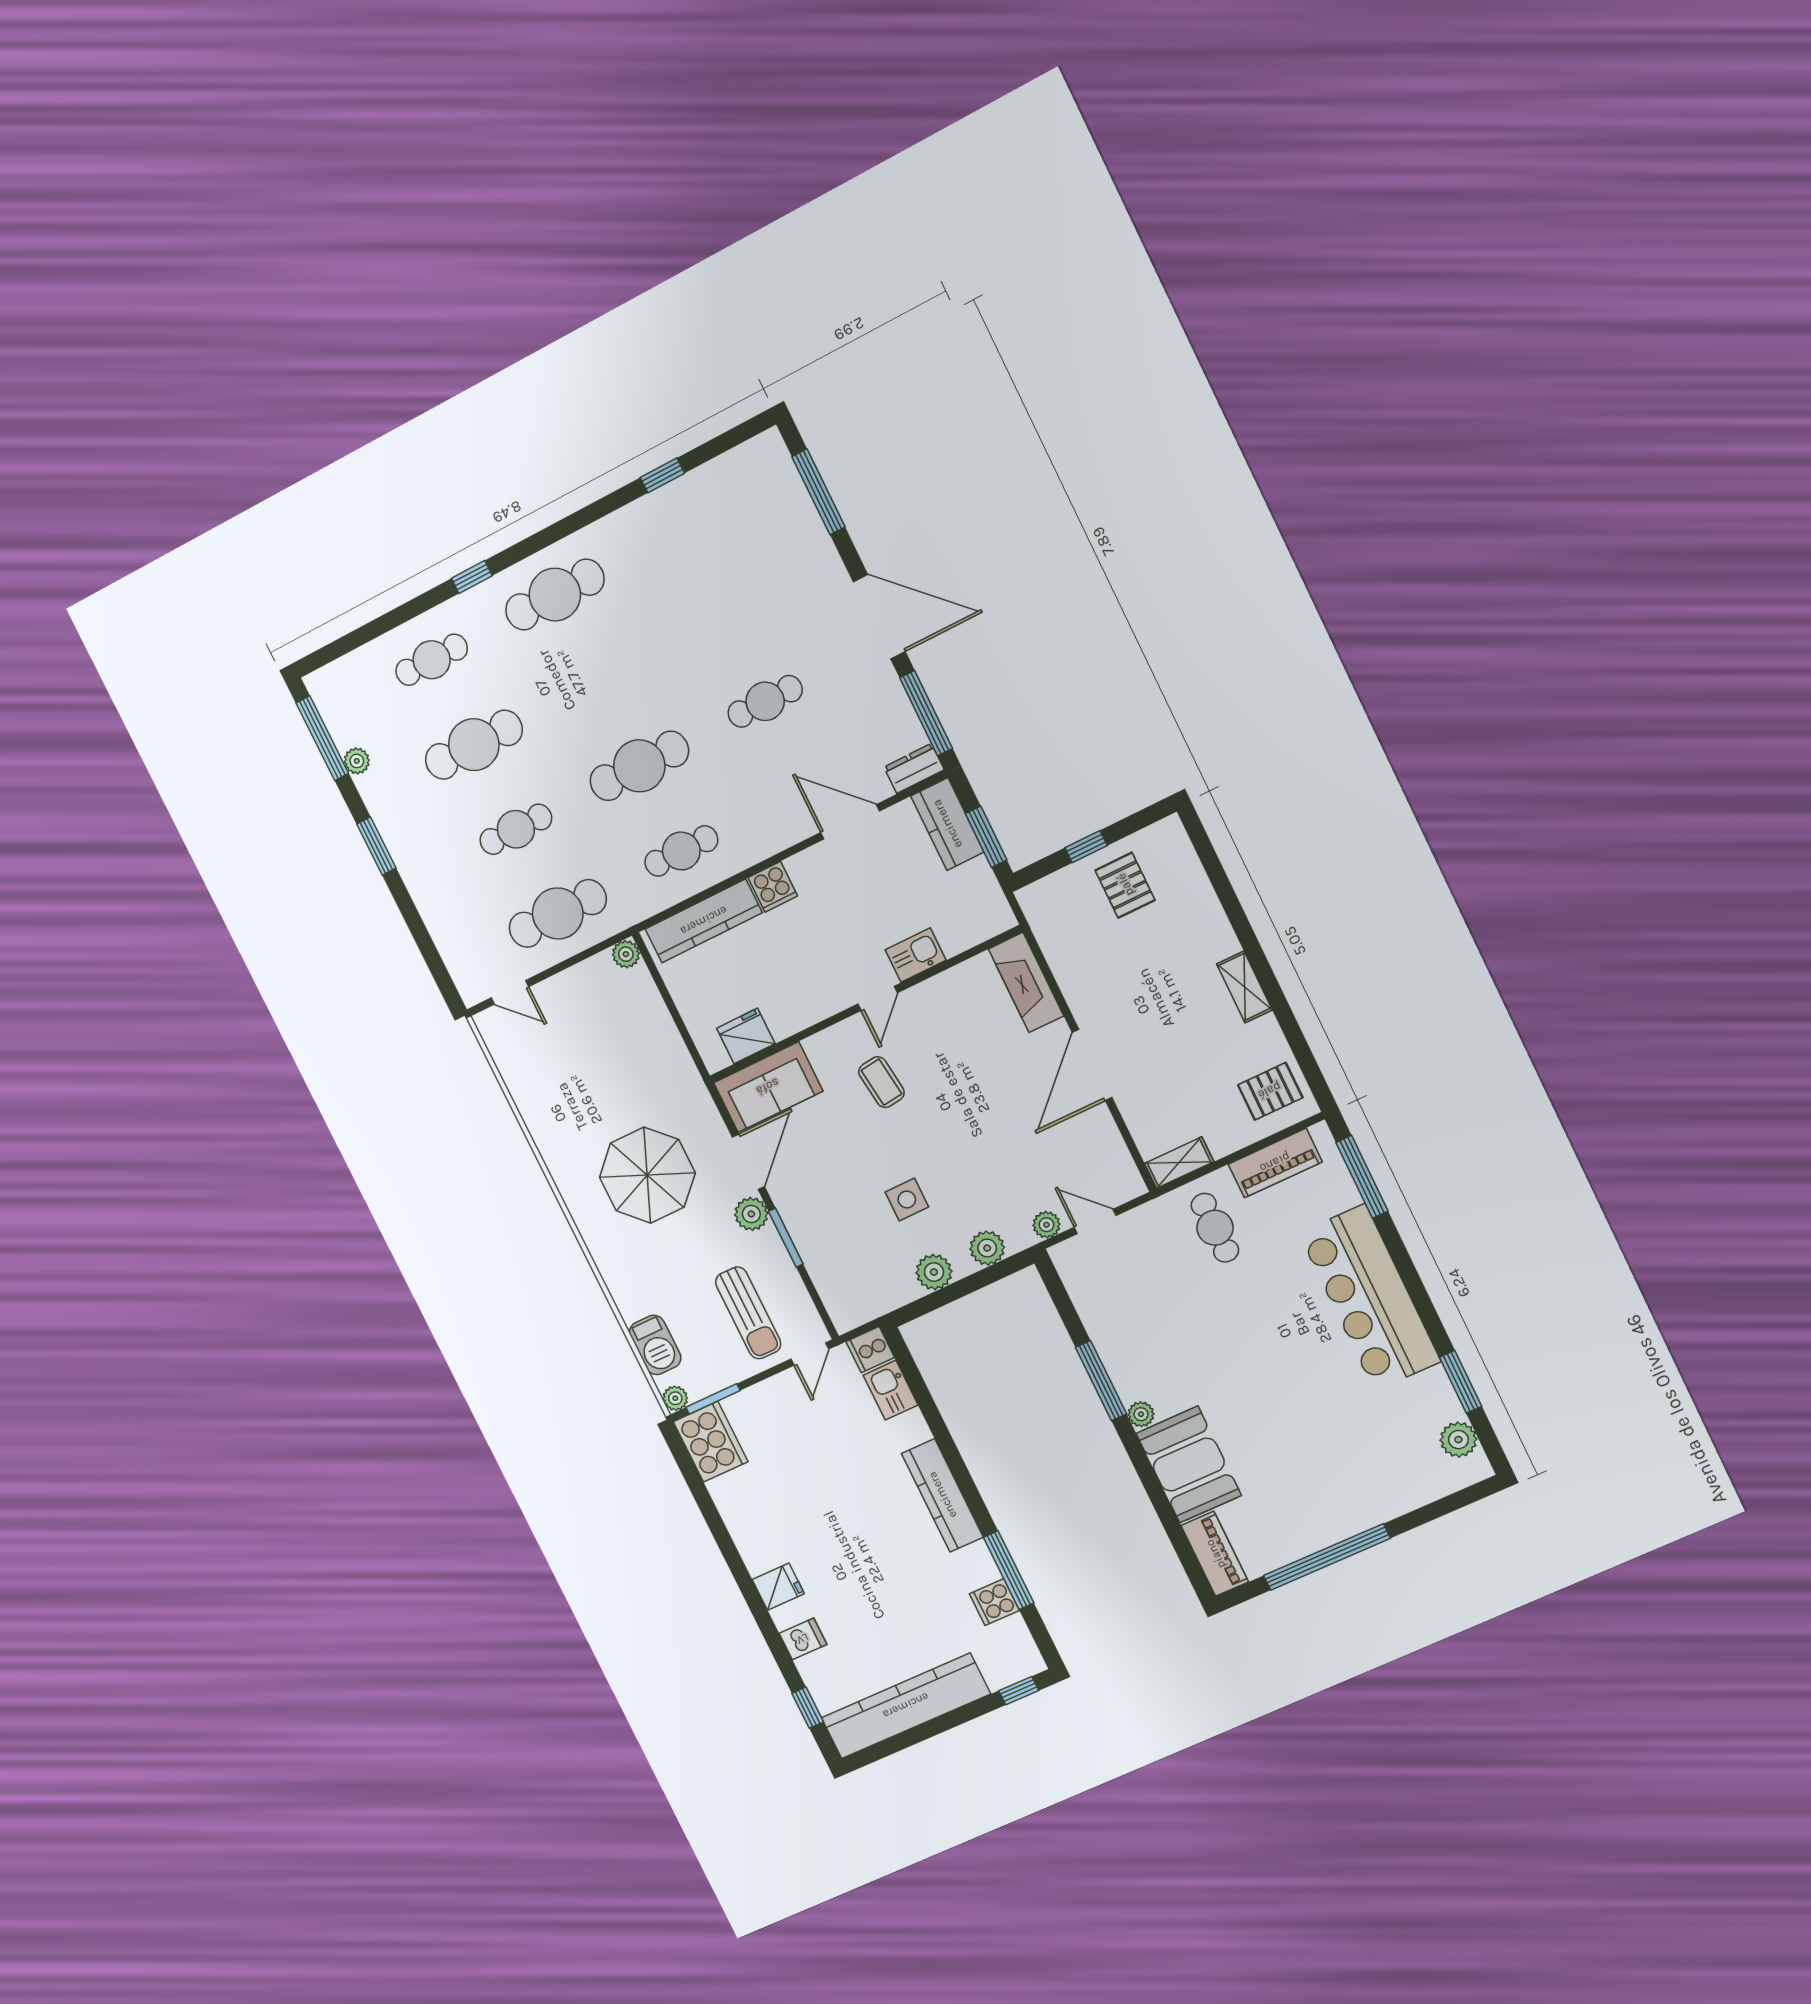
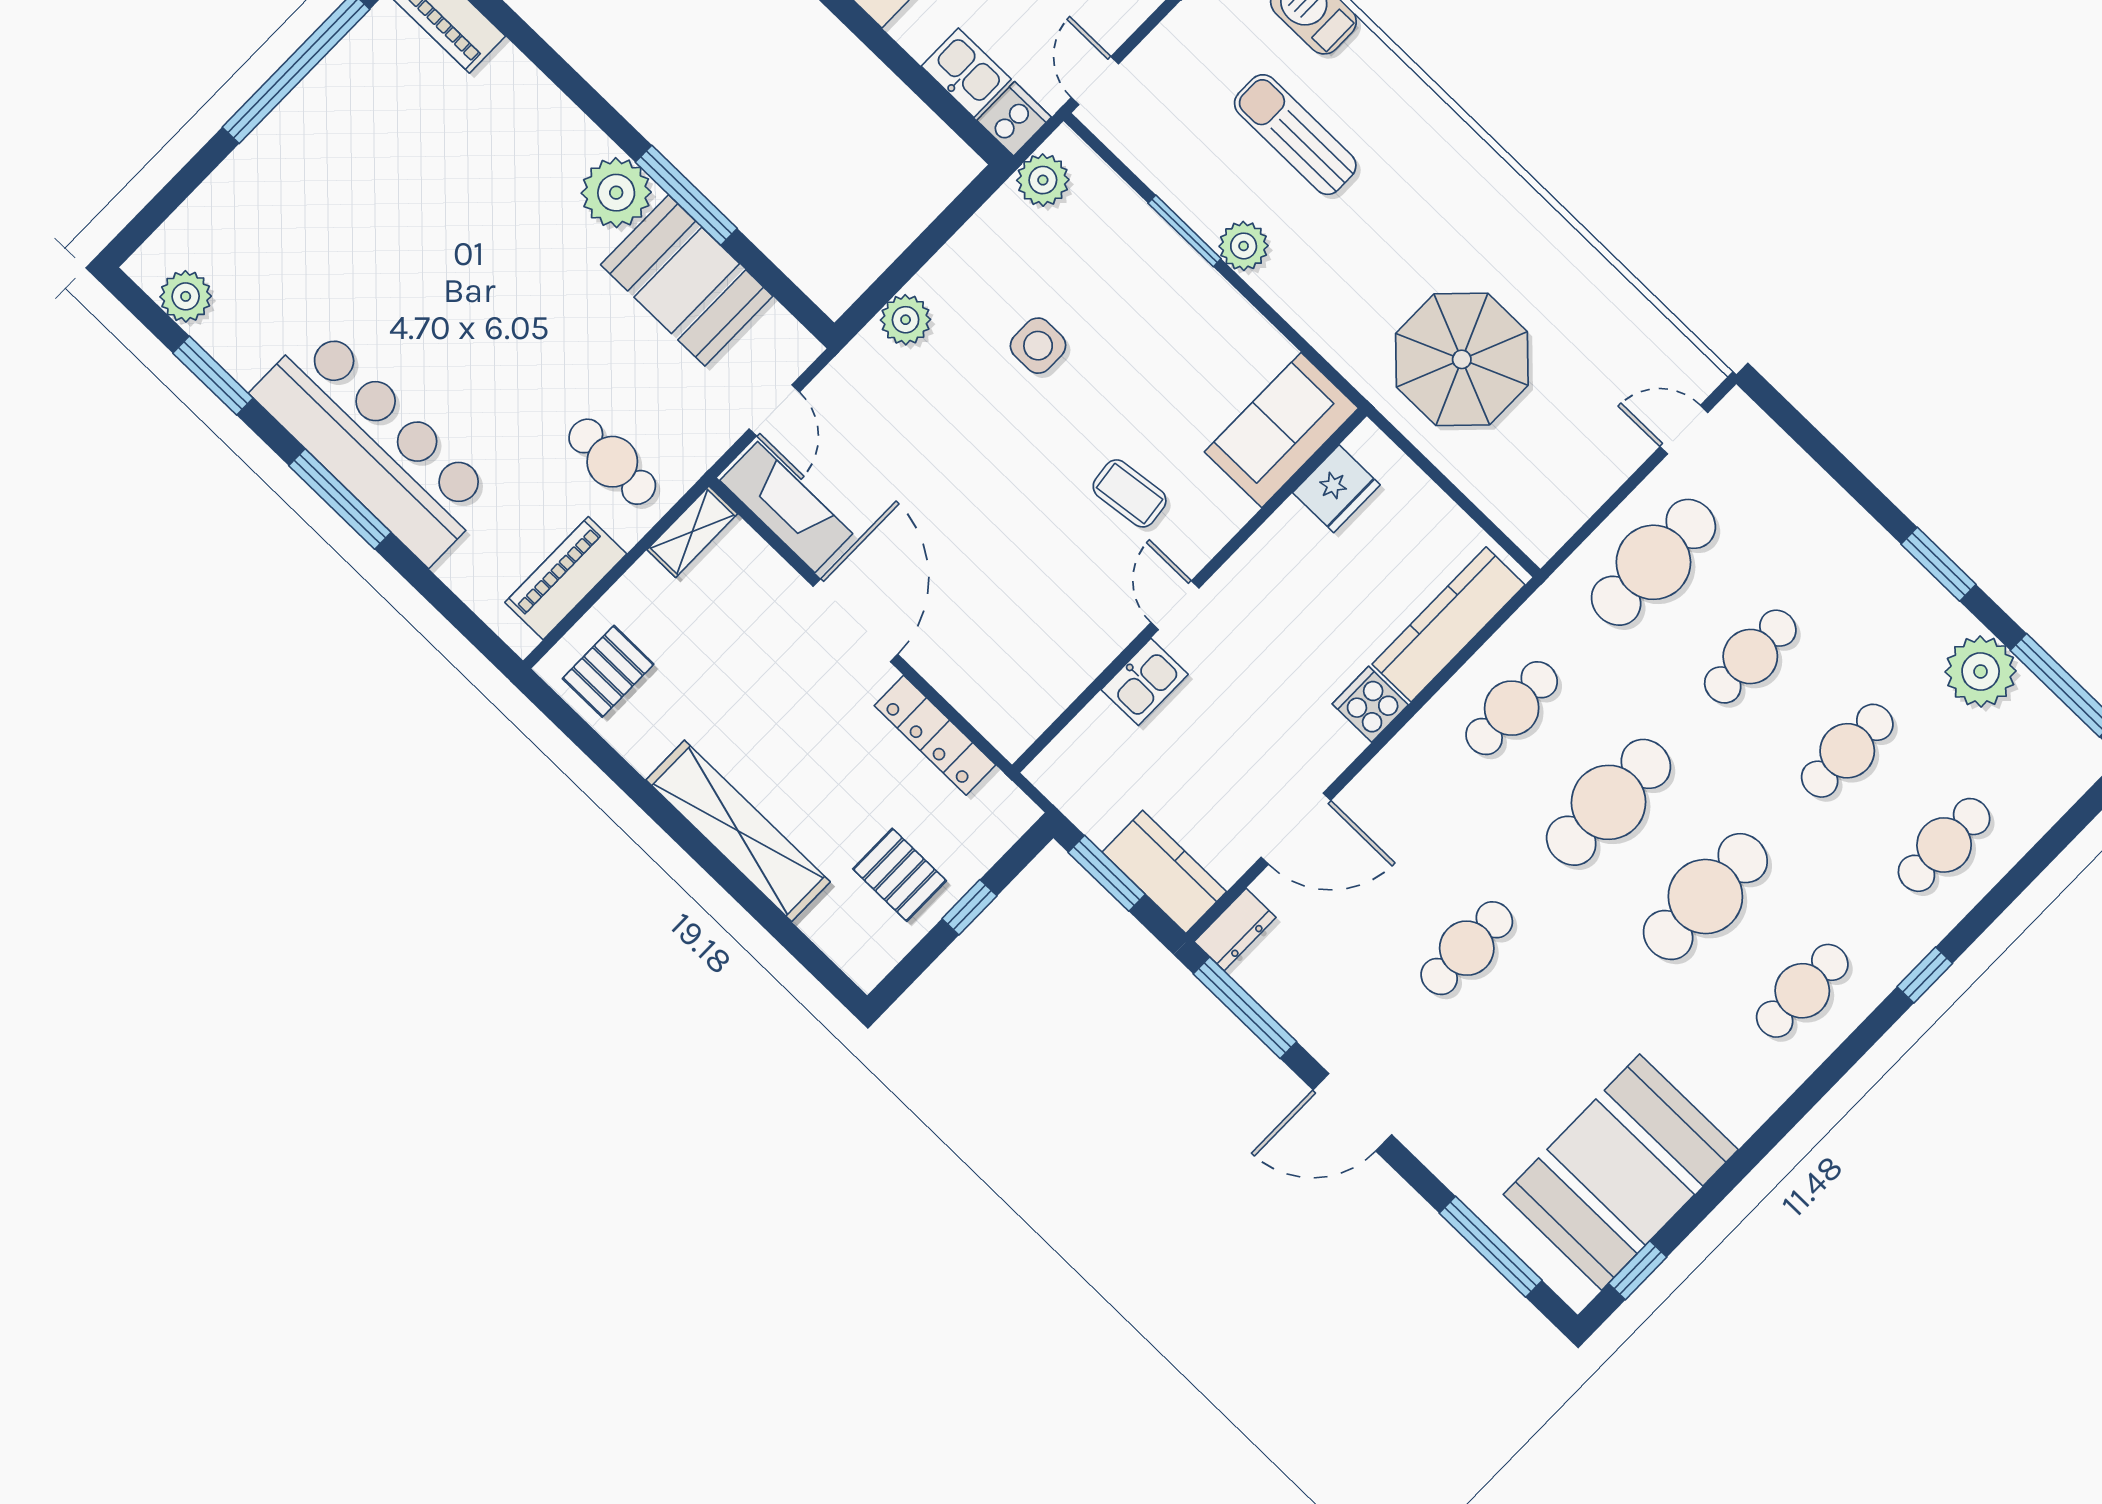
window: (662, 475) -> (1638, 1270), moved
booth: (715, 513) -> (1621, 1172), added
cafe table: (555, 595) -> (1802, 991), width x0.73, depth x0.74
door: (879, 617) -> (1352, 1112), width x0.73
cafe table: (597, 680) -> (1705, 897), added
cafe table: (474, 745) -> (1847, 751), width x0.73, depth x0.74
plant: (357, 761) -> (1981, 671), width x1.88, depth x1.88
plant: (626, 954) -> (1540, 541), removed
locker: (1067, 970) -> (935, 735), added
fireplace: (1026, 982) -> (786, 507), moved
shelving: (1244, 987) -> (738, 831), width x2.20, depth x1.33
door: (748, 1162) -> (1273, 317), removed
parasol: (647, 1175) -> (1462, 359), moved
window: (1362, 1177) -> (340, 499), moved
door: (1095, 1221) -> (774, 410), hinge flipped
plant: (1046, 1225) -> (837, 382), removed
plant: (934, 1272) -> (1043, 180), moved
sun lounger: (748, 1313) -> (1295, 135), moved
plant: (1141, 1414) -> (616, 193), width x1.88, depth x1.88
booth: (1189, 1465) -> (687, 280), moved

